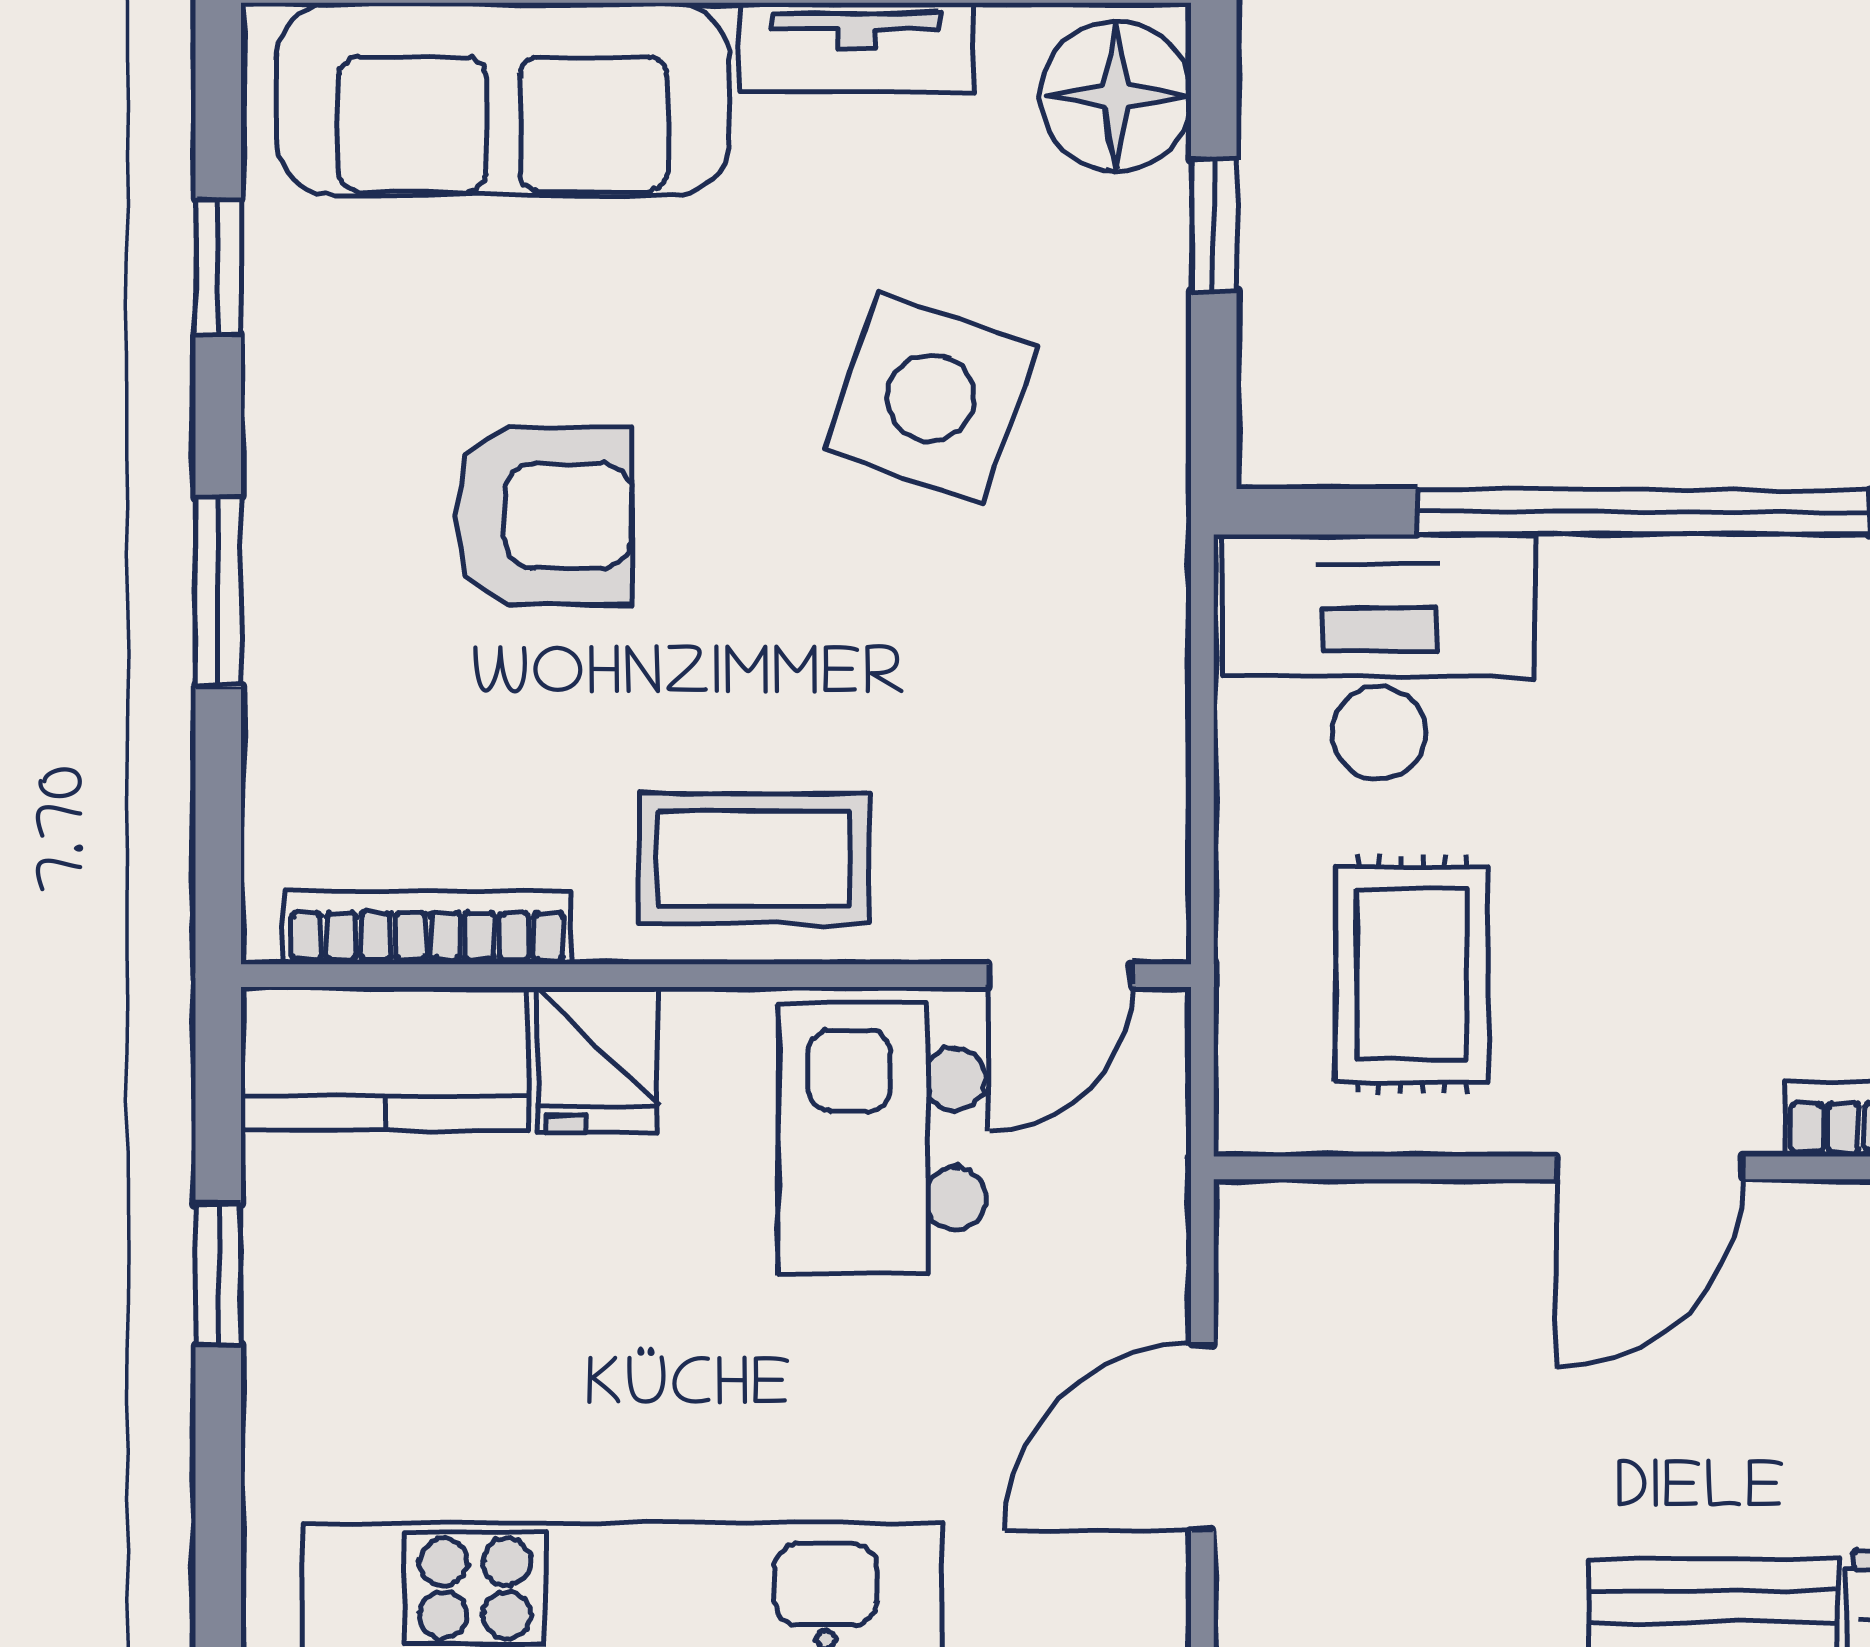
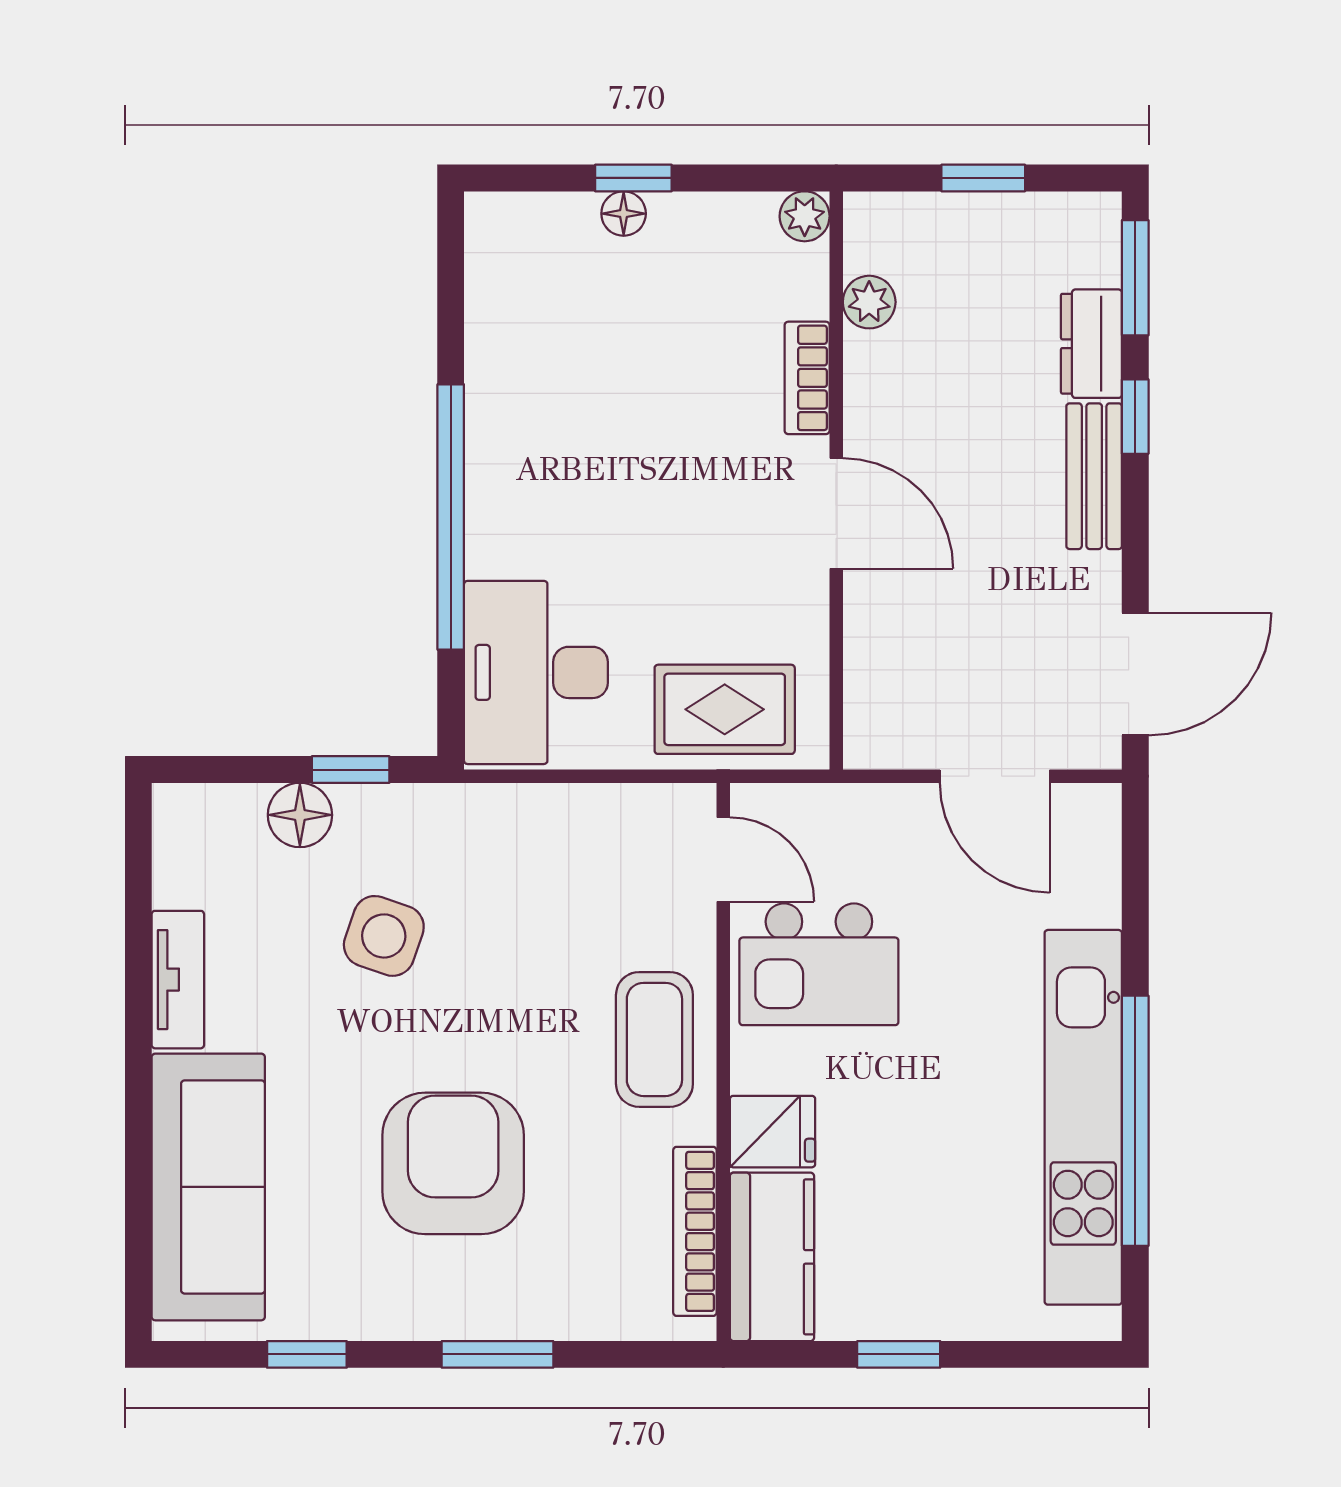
floor lamp: (1116, 97) -> (300, 815), moved, width x0.73, depth x0.73
window: (1214, 225) -> (351, 770), moved
side table: (930, 398) -> (384, 936), width x0.73, depth x0.73
armchair: (543, 516) -> (453, 1163), width x1.36, depth x1.36
rug: (1412, 974) -> (725, 709), moved

